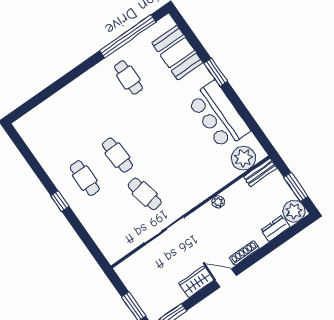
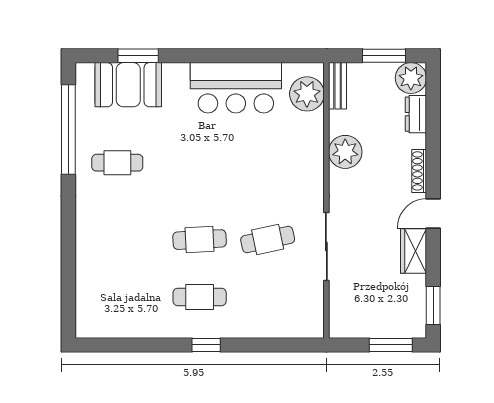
window: (216, 72) -> (138, 56), moved
plant: (218, 202) -> (345, 152), width x1.88, depth x1.88

